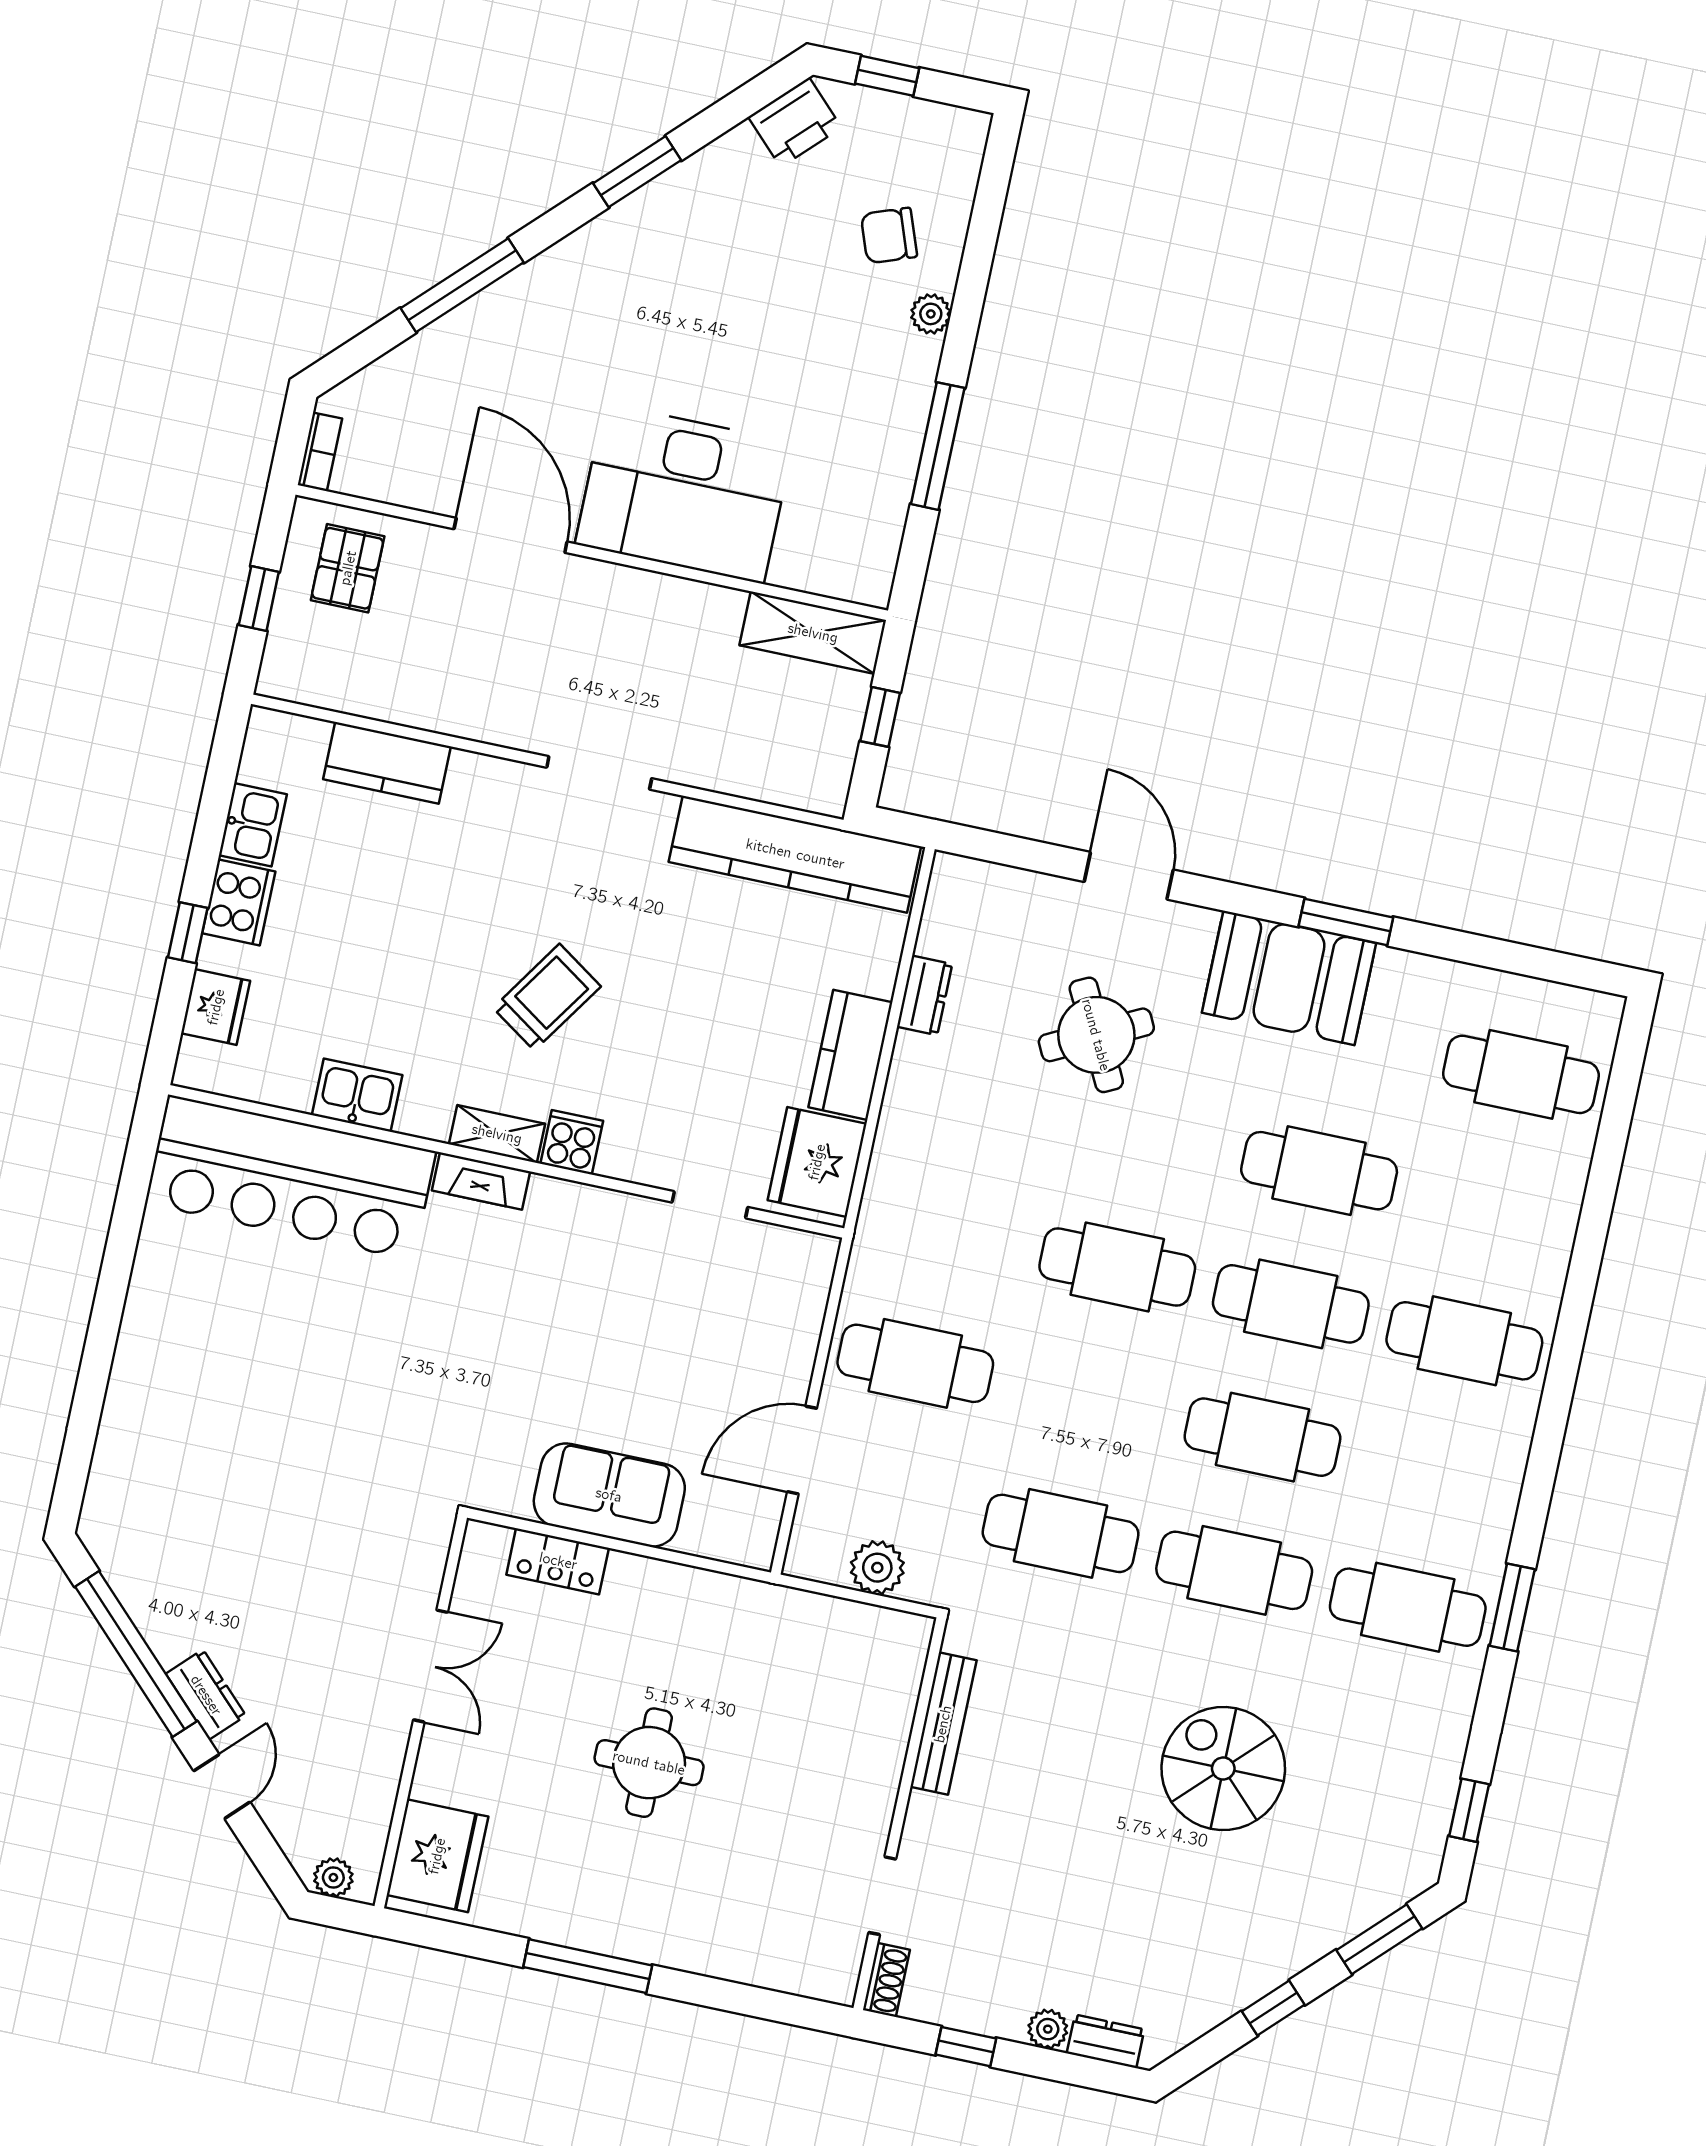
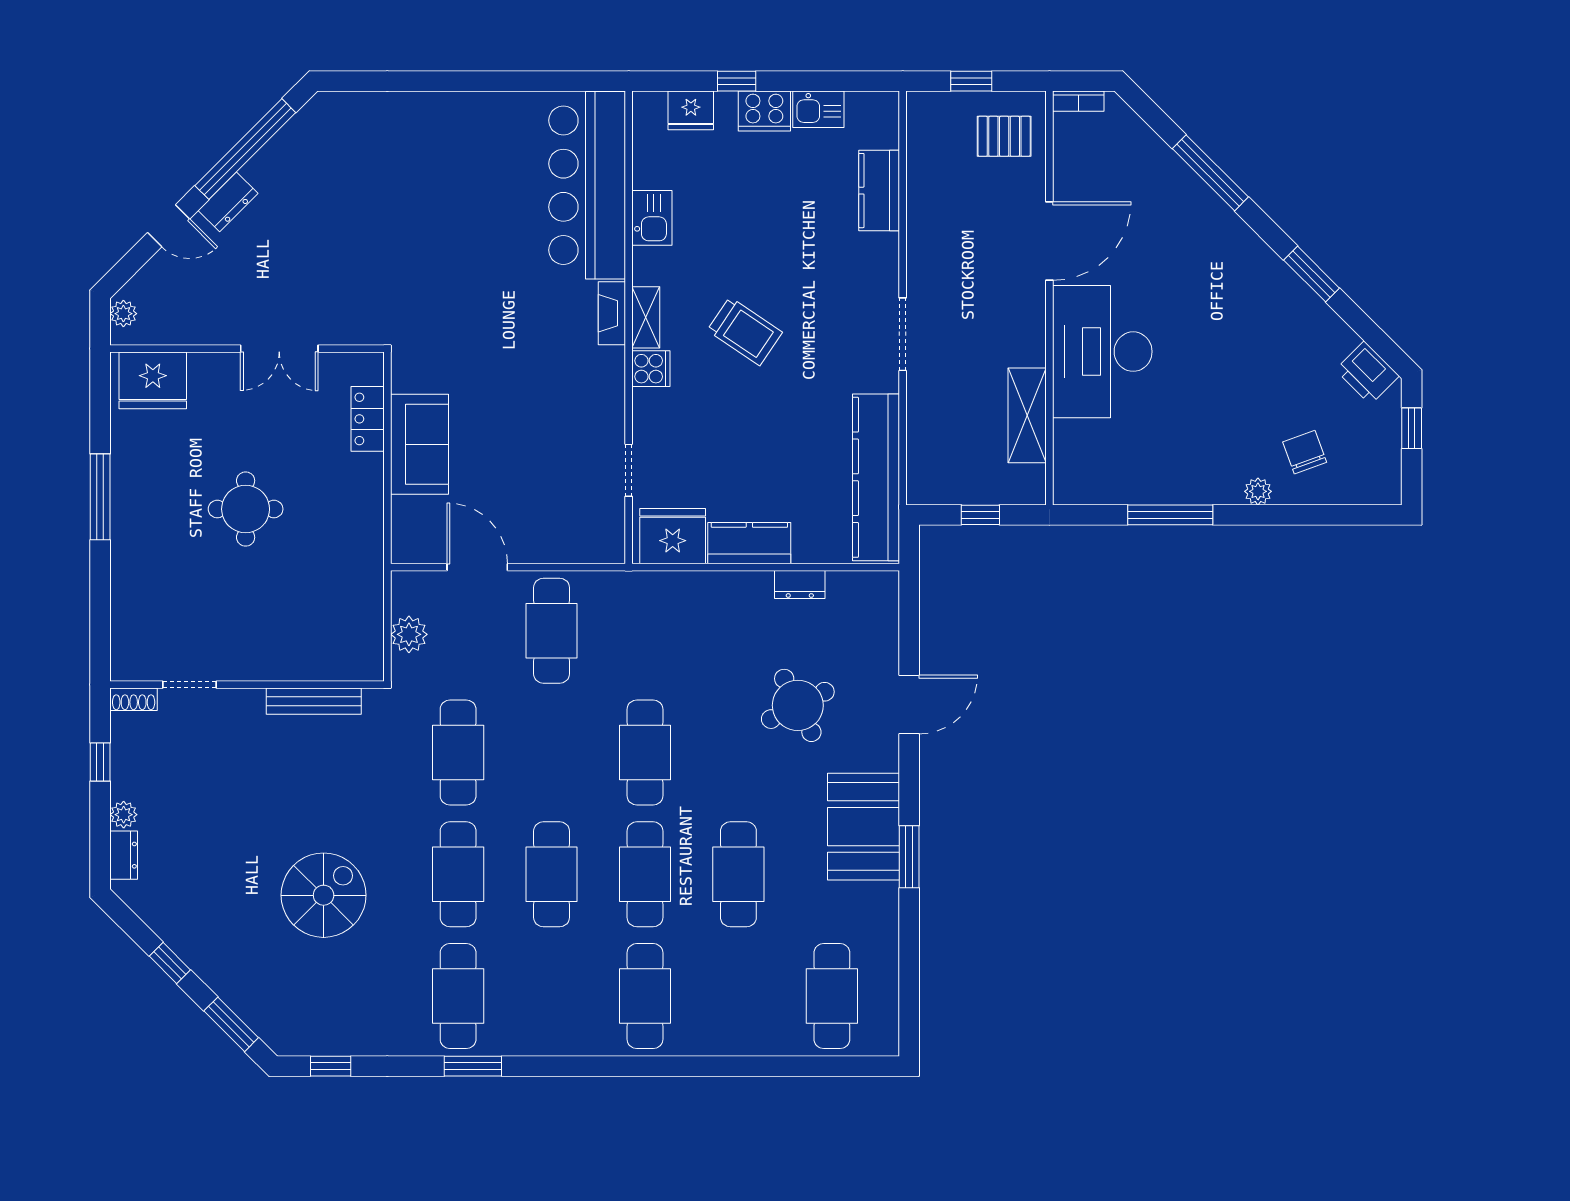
shelving: (813, 633) -> (1027, 415), moved

